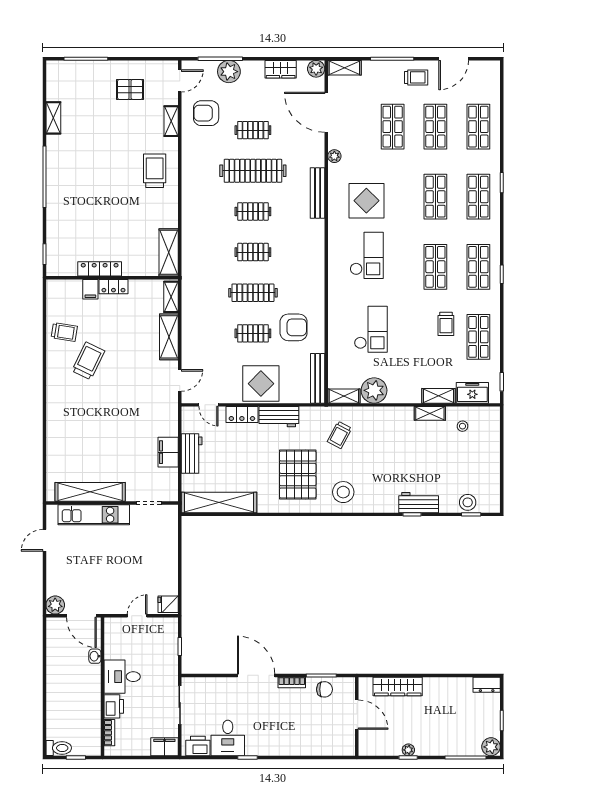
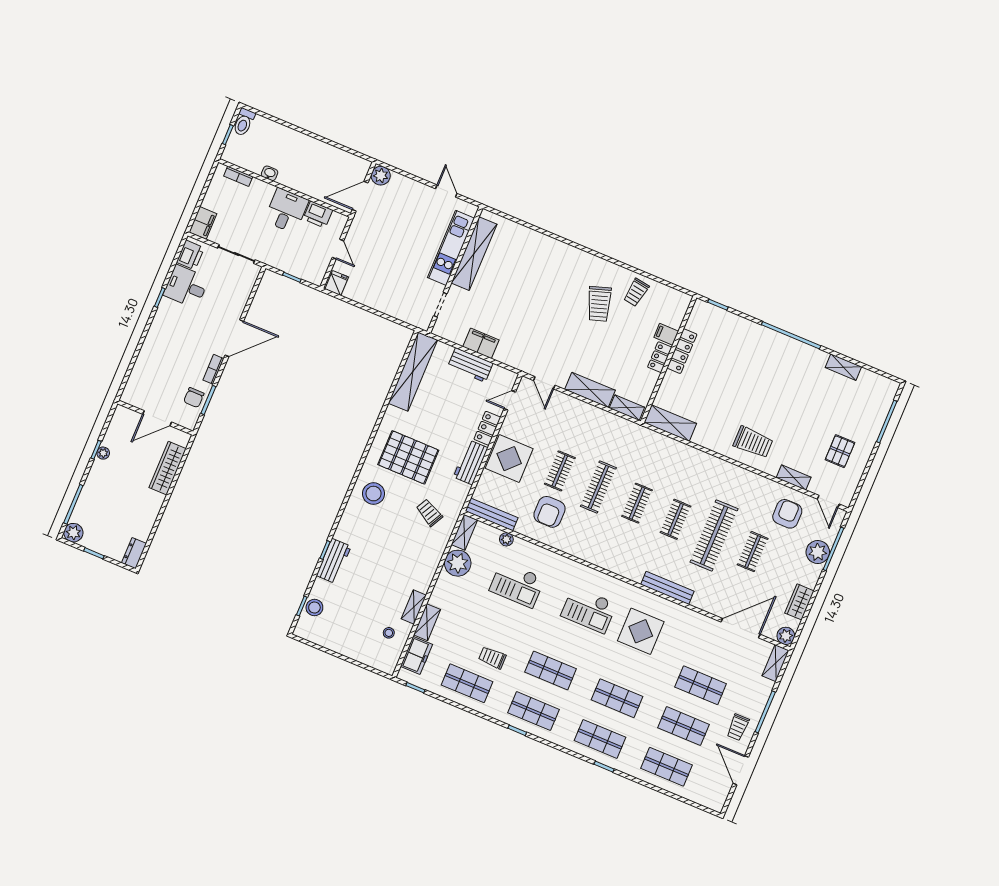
plant: (334, 156) -> (506, 539), moved
trolley: (88, 361) -> (599, 304), turned 46
washbasin: (95, 656) -> (270, 173), moved
printer: (114, 706) -> (318, 215), moved

